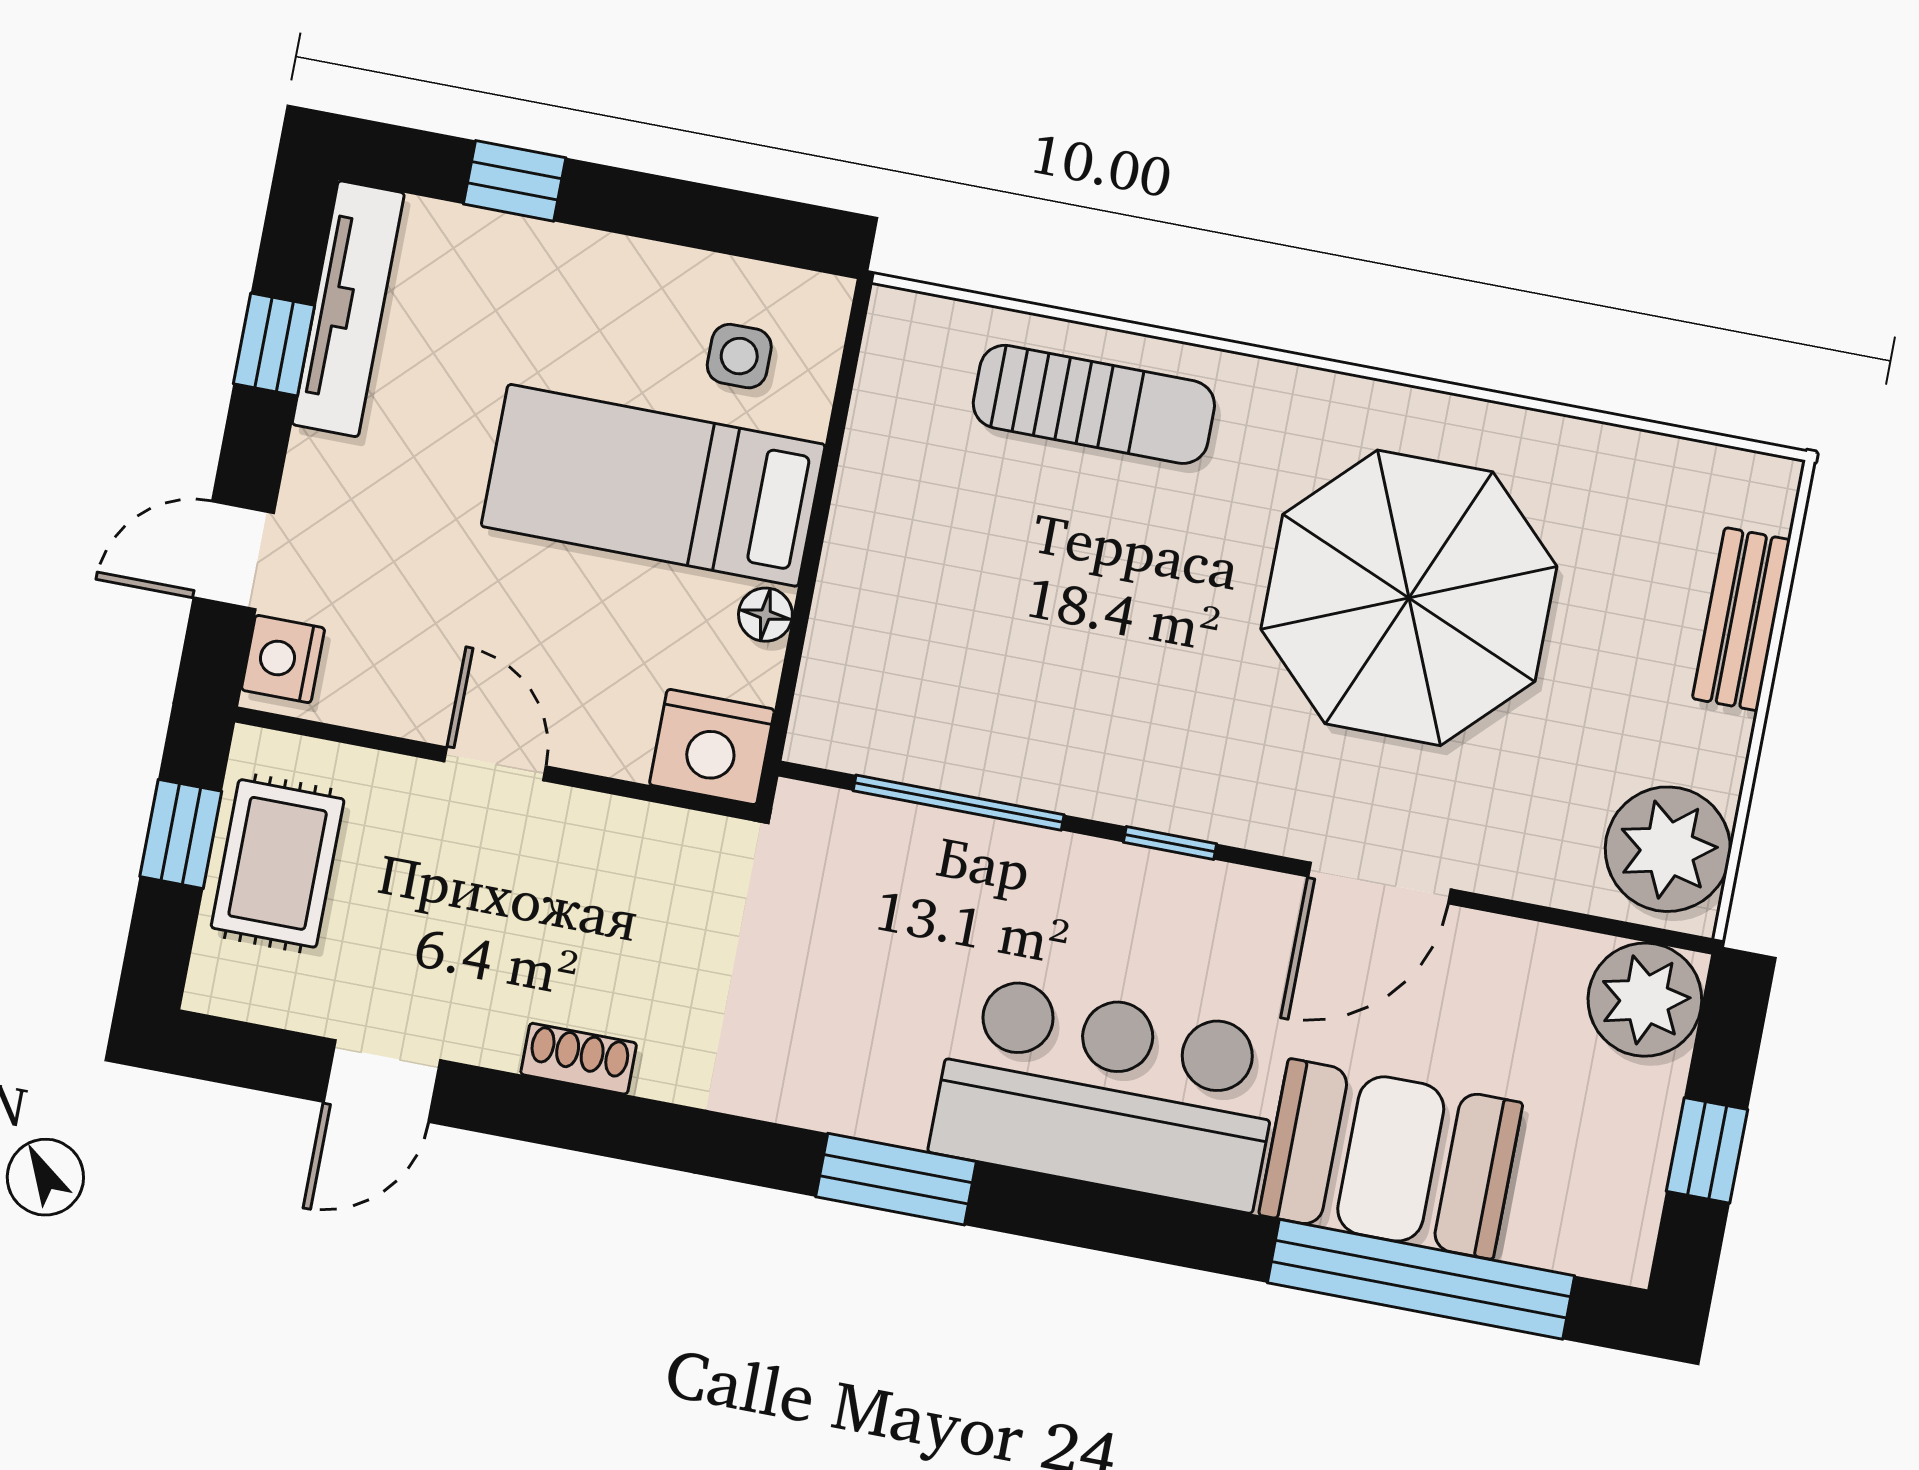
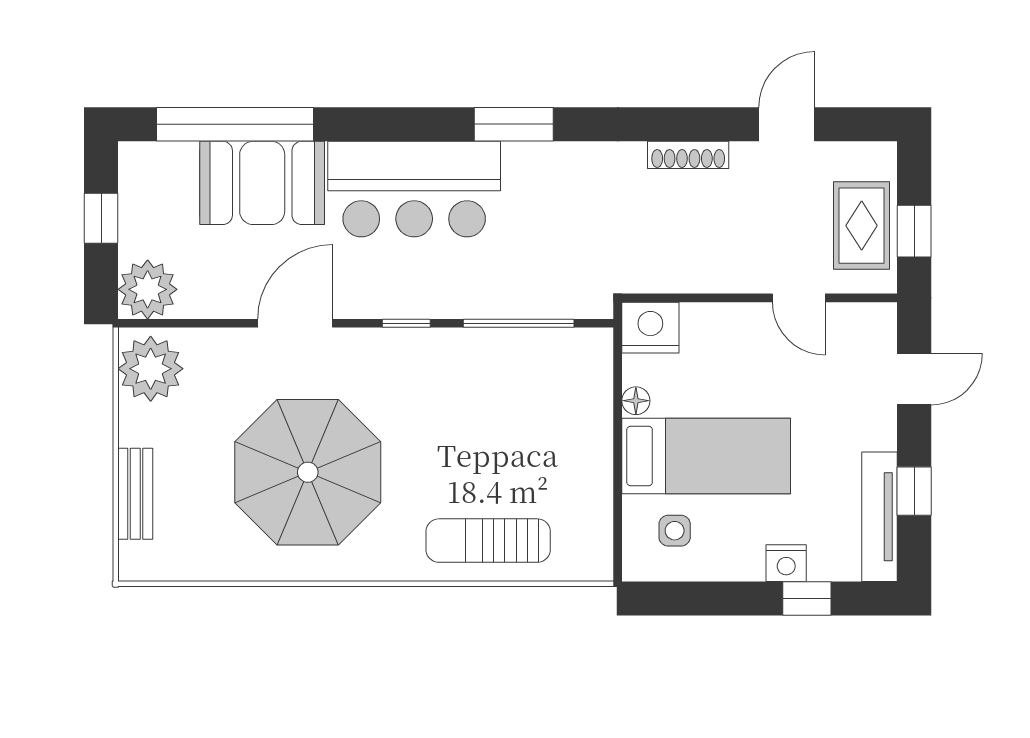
nightstand: (283, 659) -> (786, 563), moved, turned 90
door: (495, 764) -> (799, 298), moved
shoe rack: (579, 1059) -> (688, 155), width x1.43

